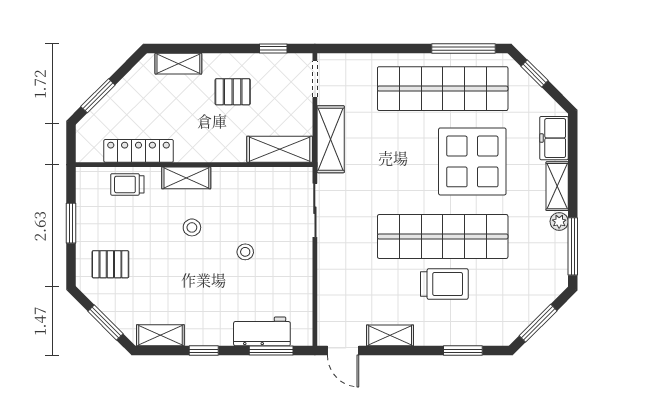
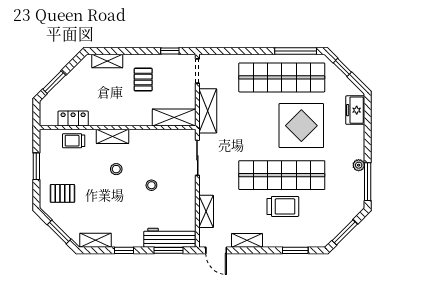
pallet: (233, 92) -> (143, 80), turned 90
locker: (139, 151) -> (73, 119), width x0.66
shelving: (557, 186) -> (206, 211), moved
workbench: (262, 331) -> (169, 238), width x1.38

